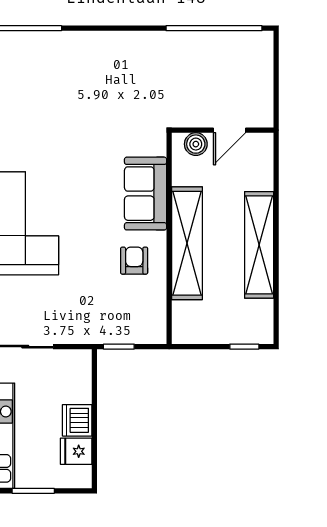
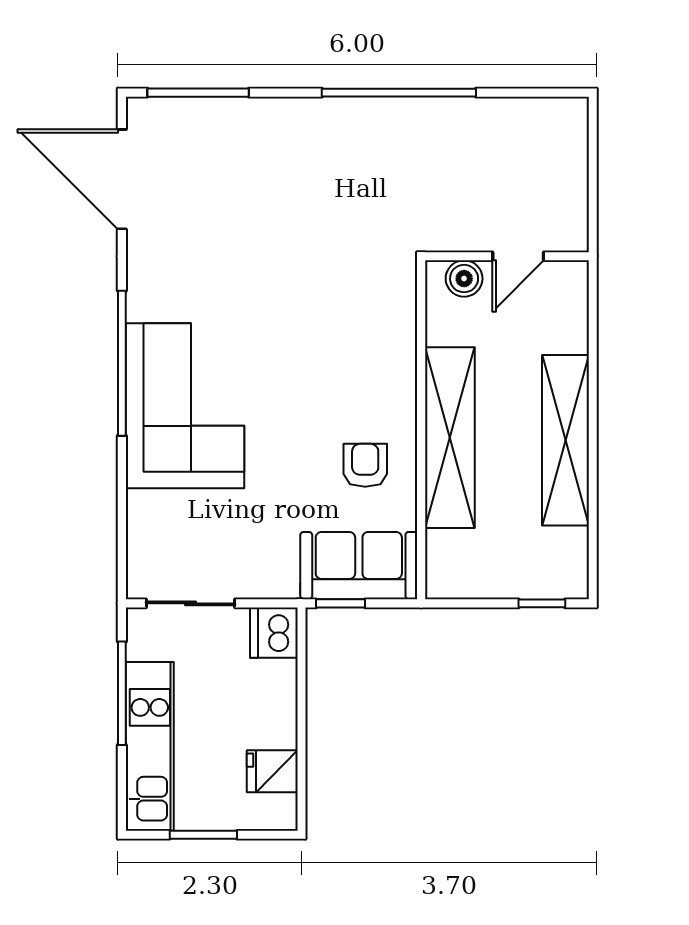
window: (214, 28) -> (399, 93), moved
sofa: (146, 194) -> (359, 566), moved, turned 90
dishwasher: (77, 420) -> (274, 633), moved

